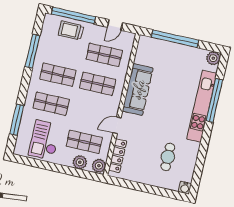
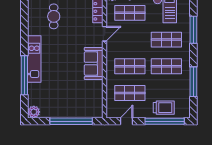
sofa: (138, 89) -> (94, 64), width x0.73
kitchen unit: (202, 106) -> (34, 59), width x0.73
window: (17, 120) -> (193, 30), moved

